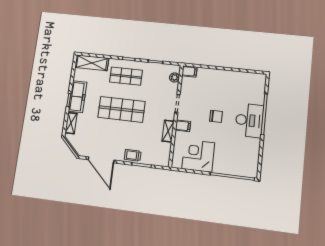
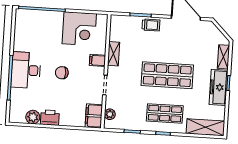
filing cabinet: (189, 71) -> (94, 116), width x2.00
printer: (229, 77) -> (50, 118), added
plant: (244, 78) -> (33, 117), added

